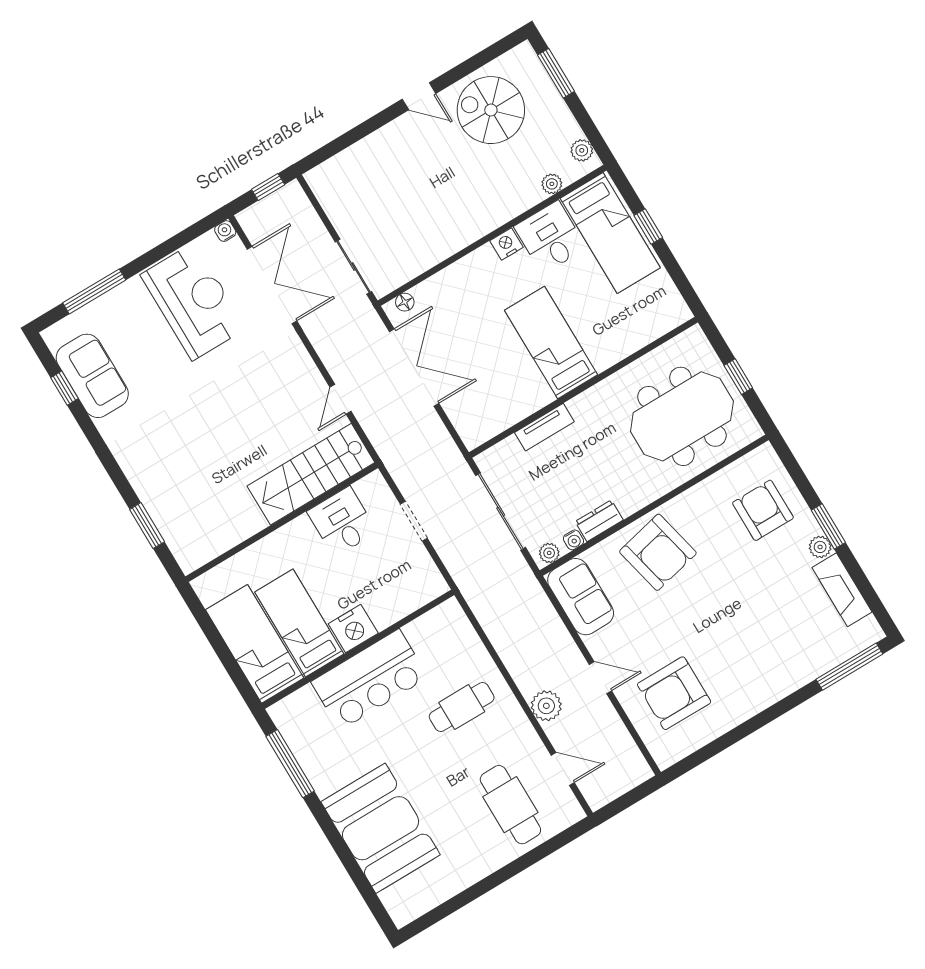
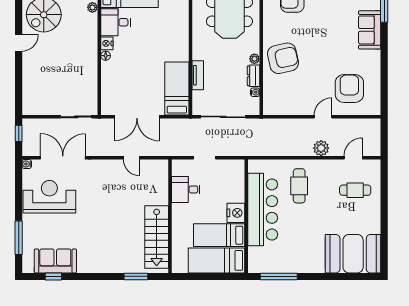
floor lamp: (405, 302) -> (106, 56), moved
bed: (551, 343) -> (177, 89), moved, turned 90
double door: (414, 368) -> (137, 117), swing flipped
stairs: (311, 474) -> (157, 237), moved
plant: (549, 553) -> (254, 59), moved
sofa: (581, 597) -> (370, 30), moved, turned -90
bar counter: (370, 680) -> (263, 209), width x1.36
armchair: (674, 693) -> (349, 88), turned 180
cafe table: (510, 805) -> (355, 190), width x0.73, depth x0.74
booth: (381, 828) -> (353, 254), moved

